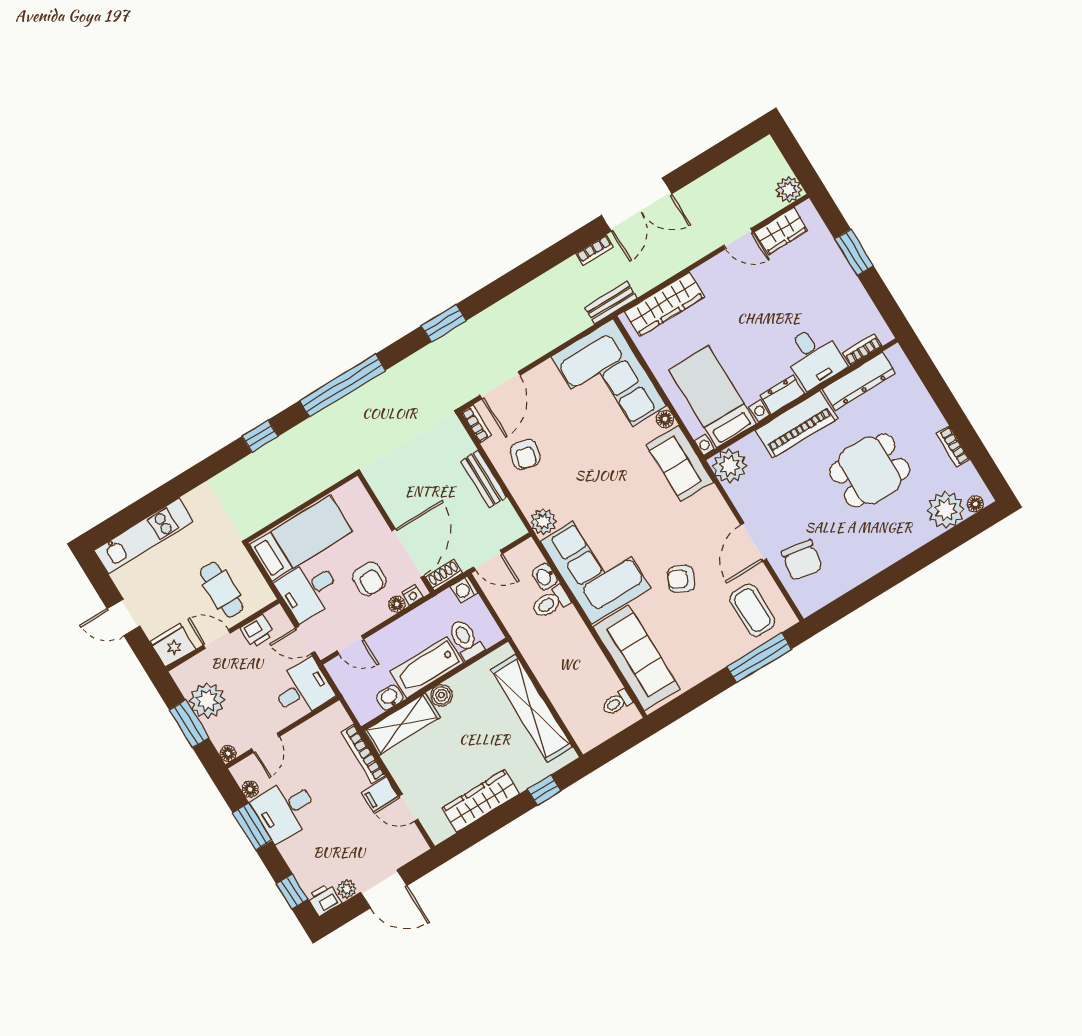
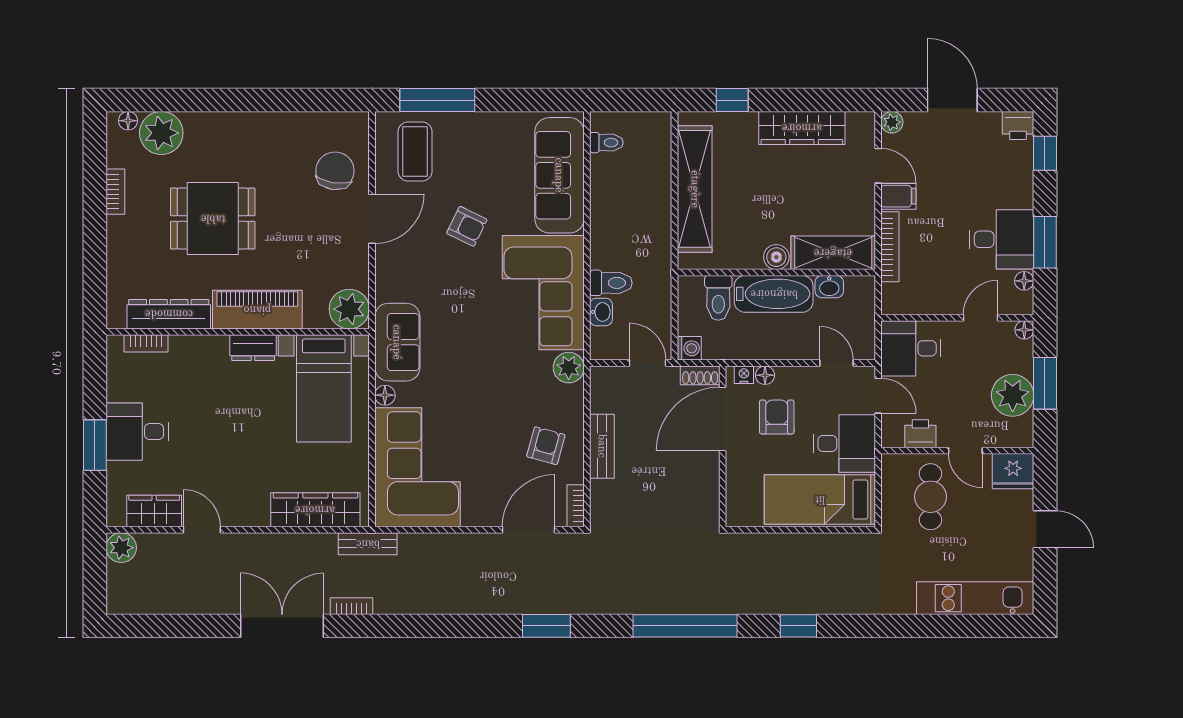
desk: (814, 357) -> (137, 432), moved, turned -90
plant: (347, 889) -> (892, 122), moved

